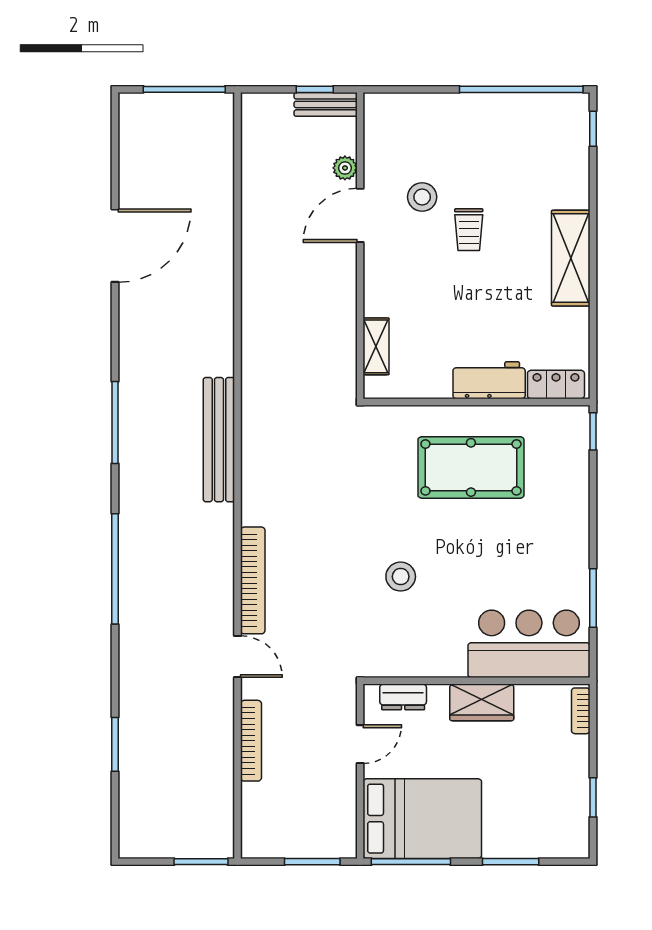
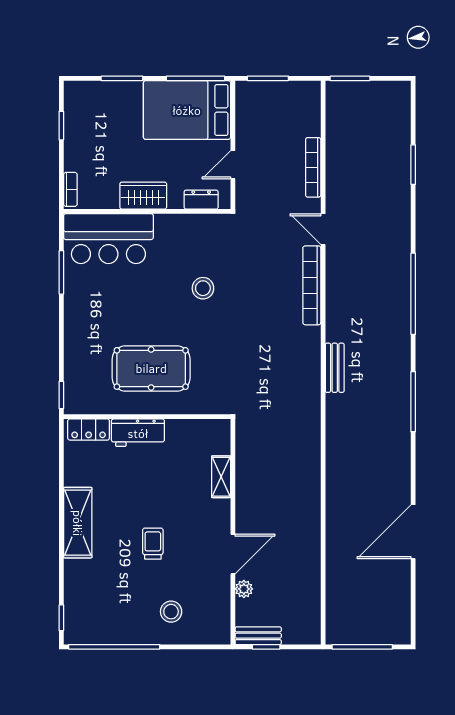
stool: (422, 197) -> (171, 612), moved
shelving: (376, 346) -> (221, 477), moved
bench: (219, 440) -> (335, 368), width x0.54, depth x0.82

